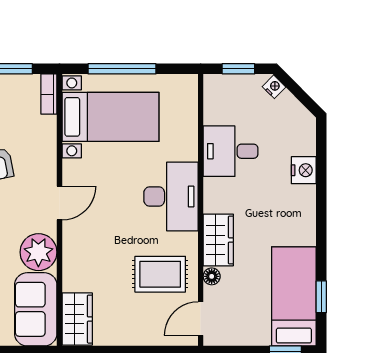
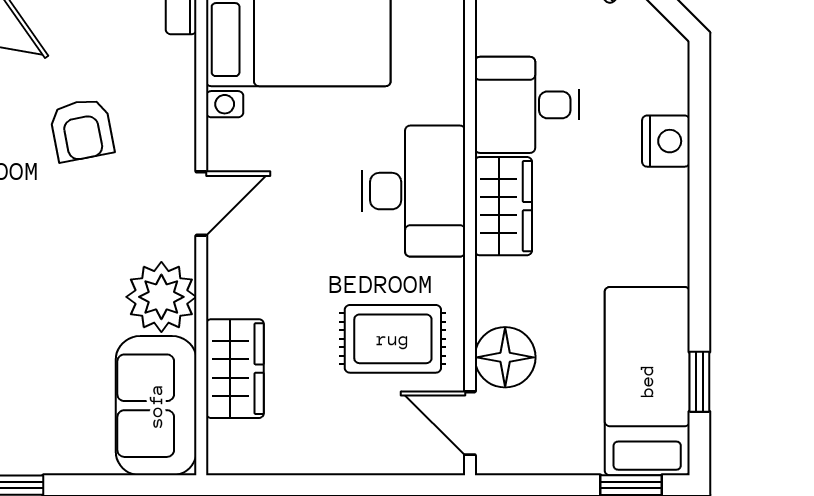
wardrobe: (218, 240) -> (503, 206), moved
floor lamp: (212, 276) -> (505, 357), width x1.89, depth x1.89
wardrobe: (77, 319) -> (235, 369), moved
door: (201, 319) -> (470, 423), hinge flipped

